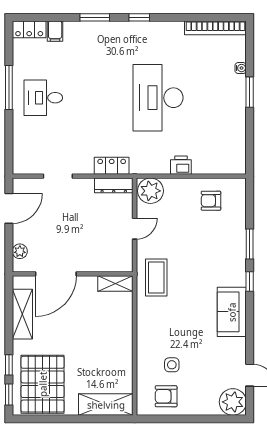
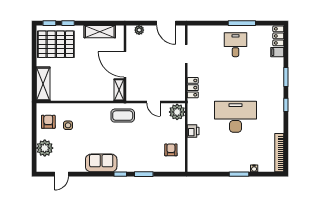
dresser: (114, 185) -> (180, 89), removed
door: (56, 274) -> (125, 64), moved
plant: (233, 402) -> (45, 148), moved

